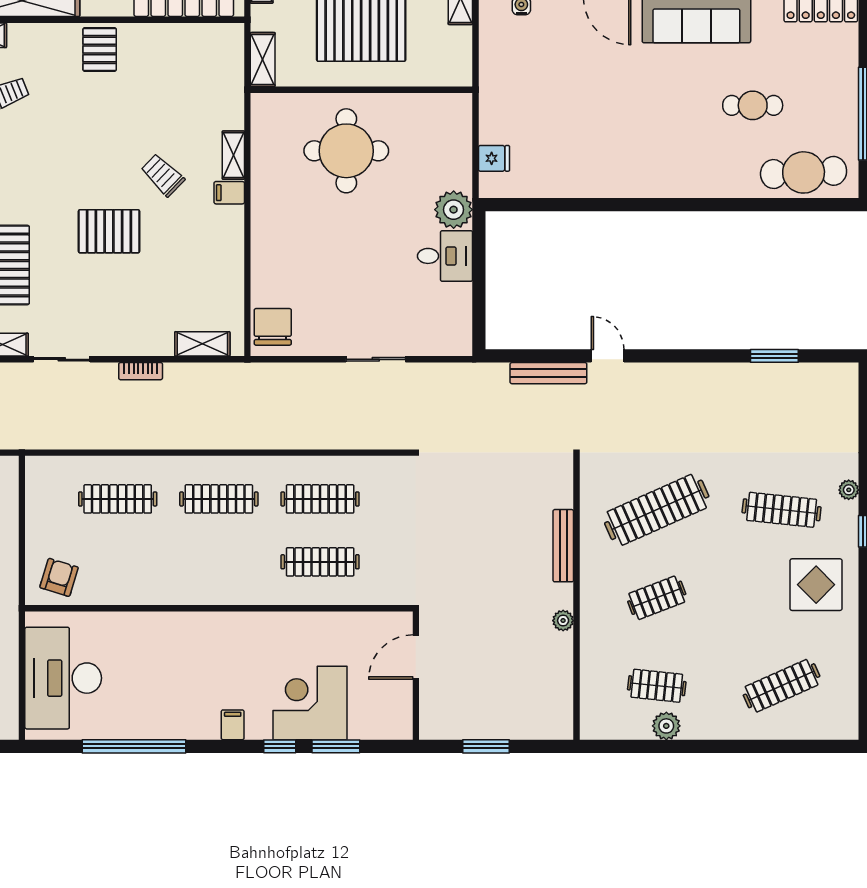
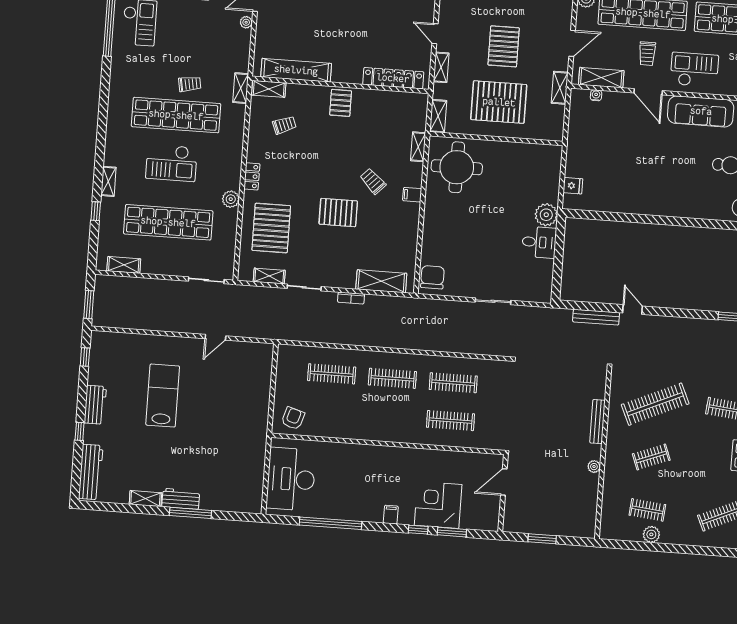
round table: (346, 151) -> (457, 167), moved
shelving: (233, 155) -> (418, 147), moved
shelving: (202, 344) -> (381, 281), width x1.50, depth x1.33

